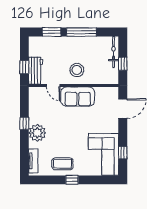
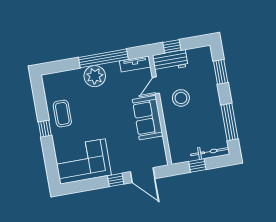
window: (81, 32) -> (229, 122), moved
stool: (77, 70) -> (181, 98), moved
window: (24, 123) -> (103, 58), width x3.17
window: (123, 153) -> (116, 180), moved
tv unit: (33, 161) -> (135, 64), moved

